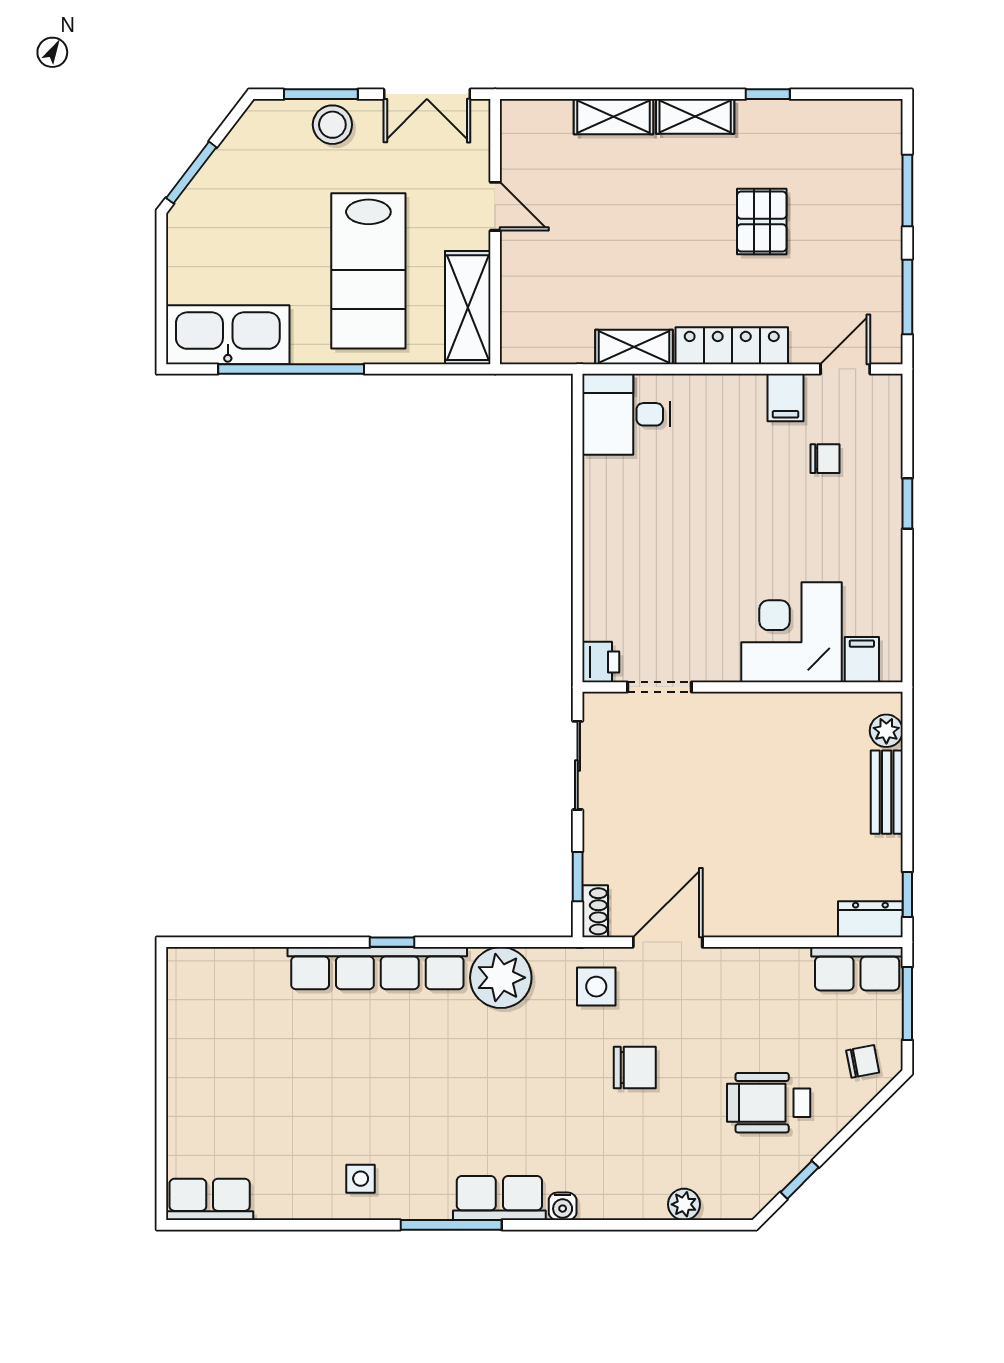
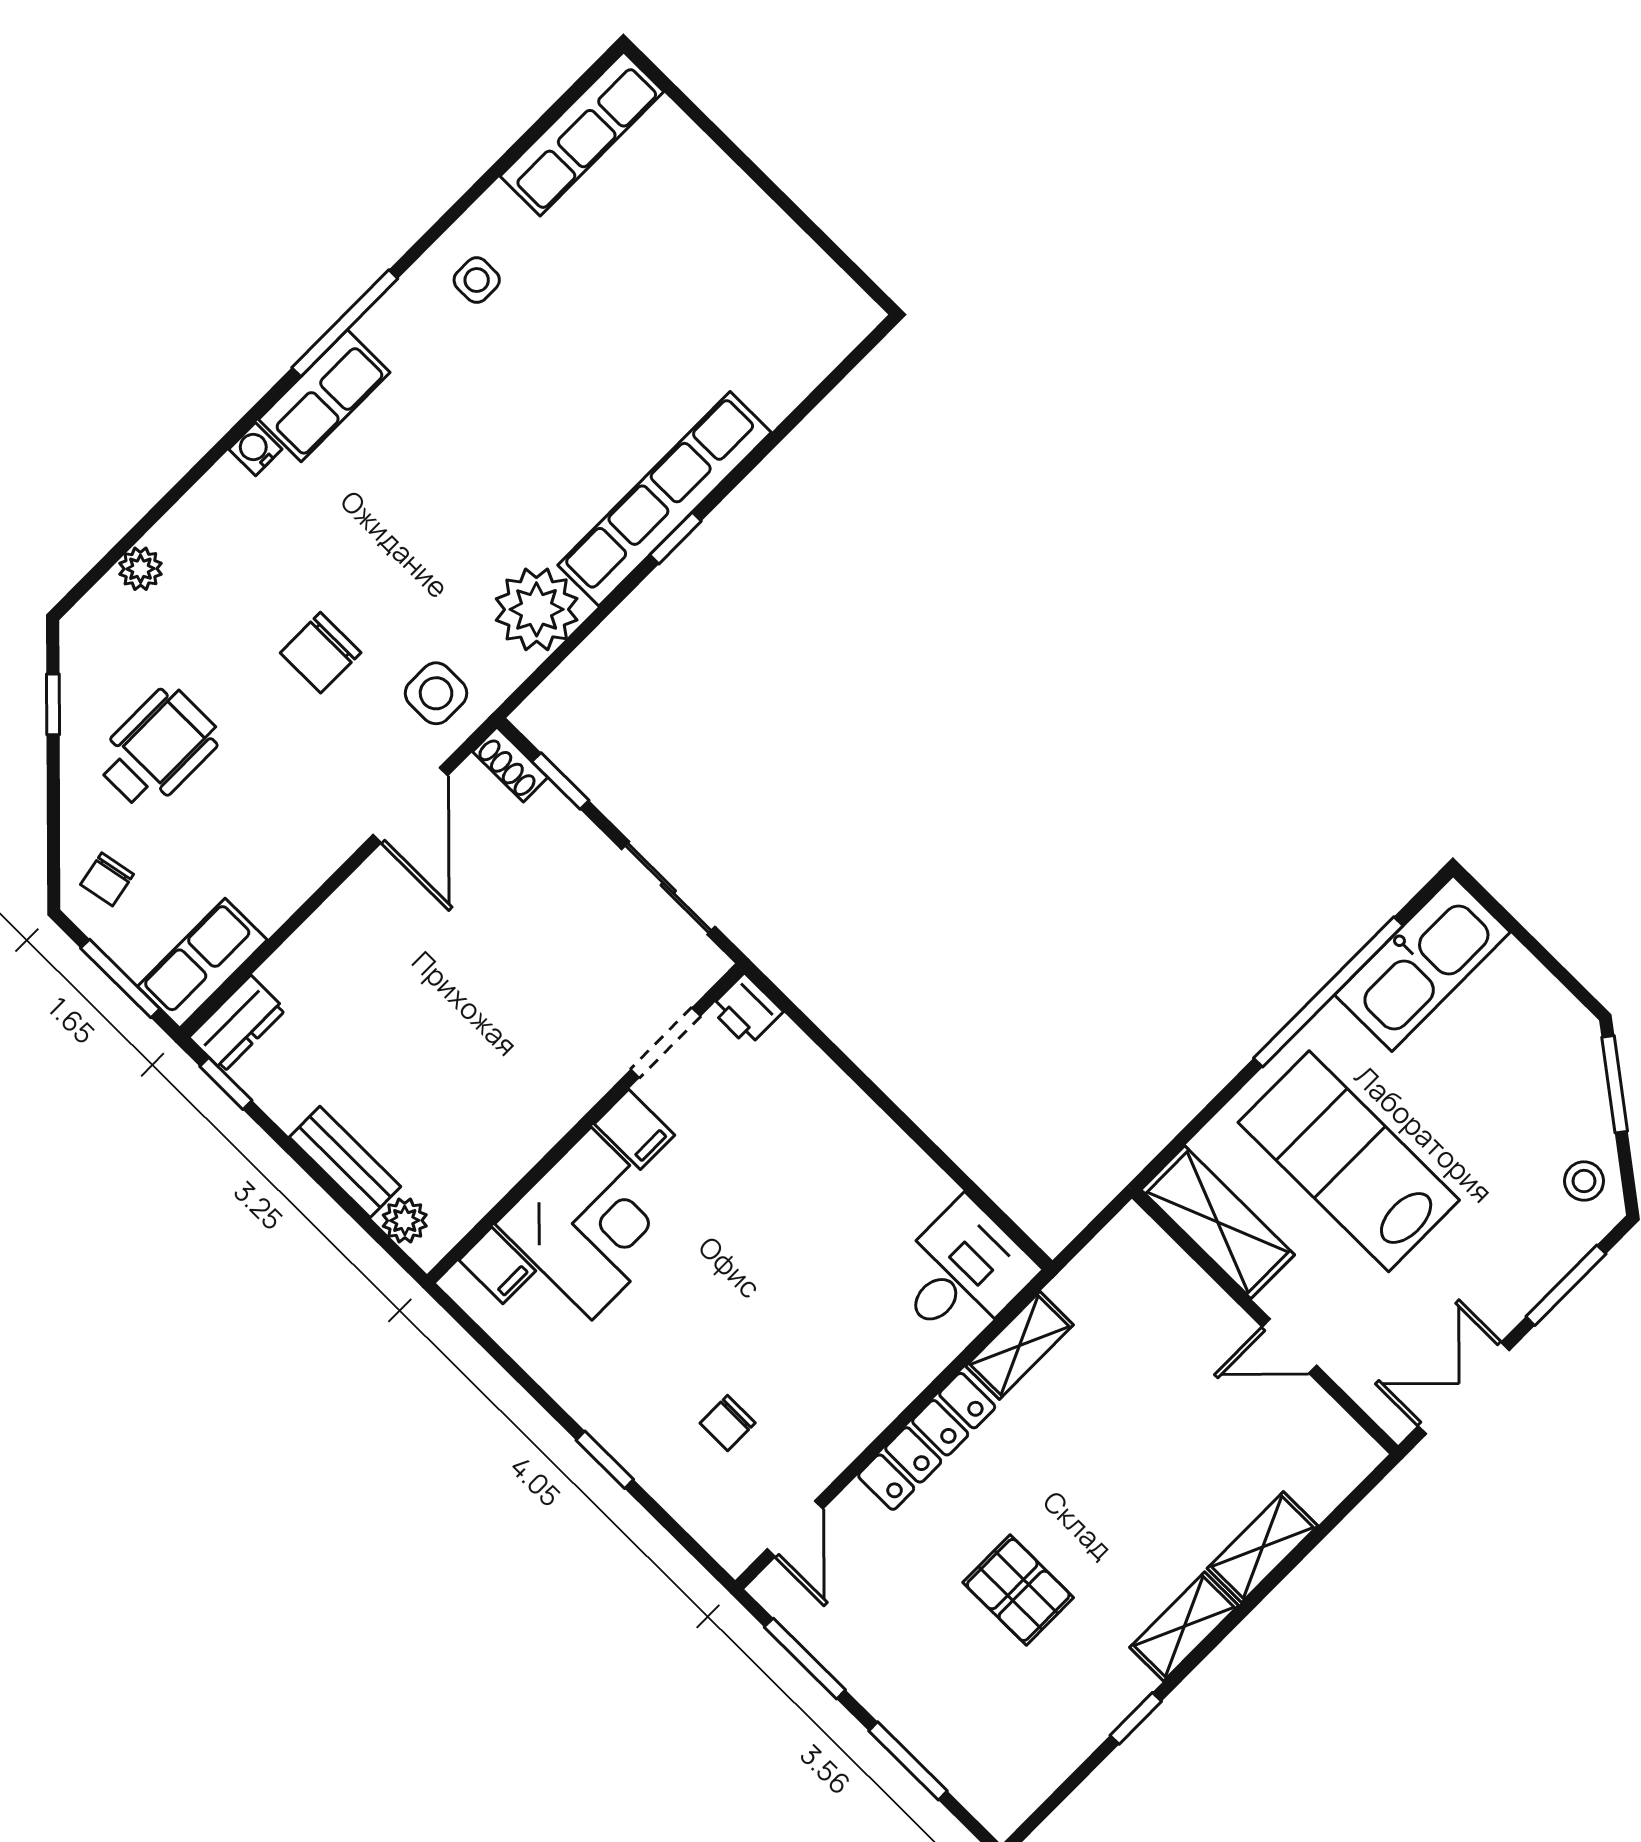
stool: (332, 125) -> (1584, 1181), moved, width x0.73, depth x0.73
filing cabinet: (785, 398) -> (635, 1129), moved, turned 180
row of seats: (210, 1199) -> (582, 134), width x1.48

